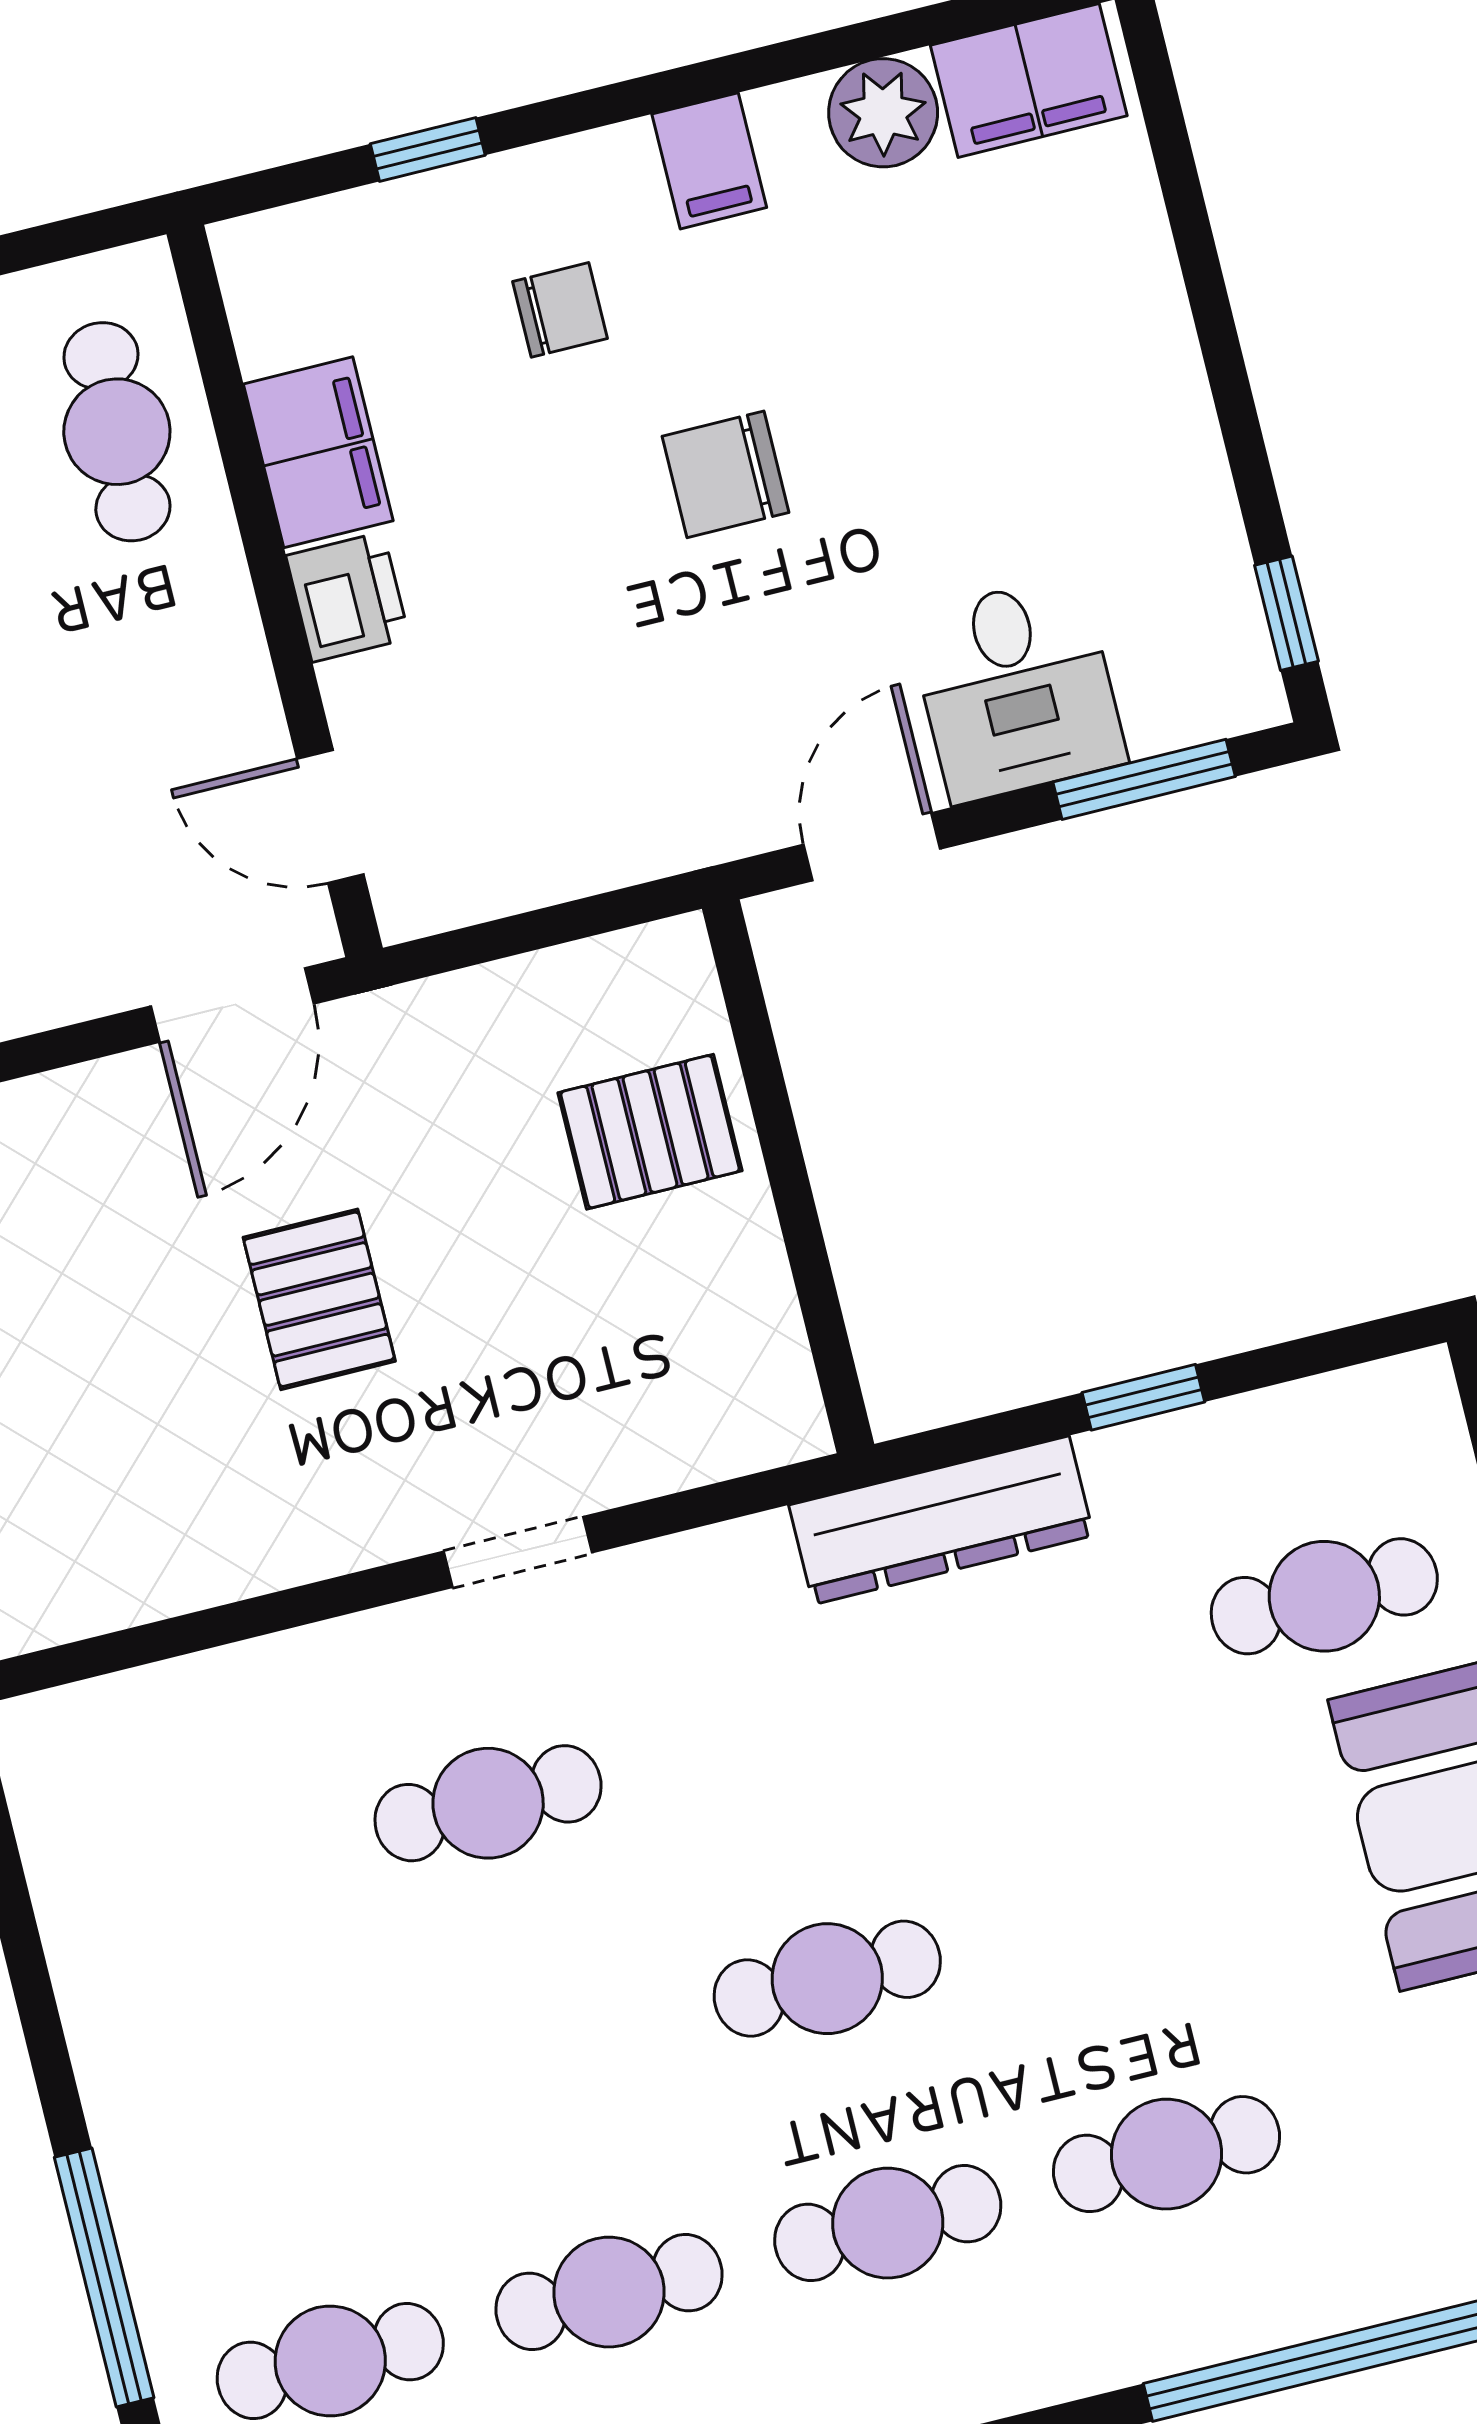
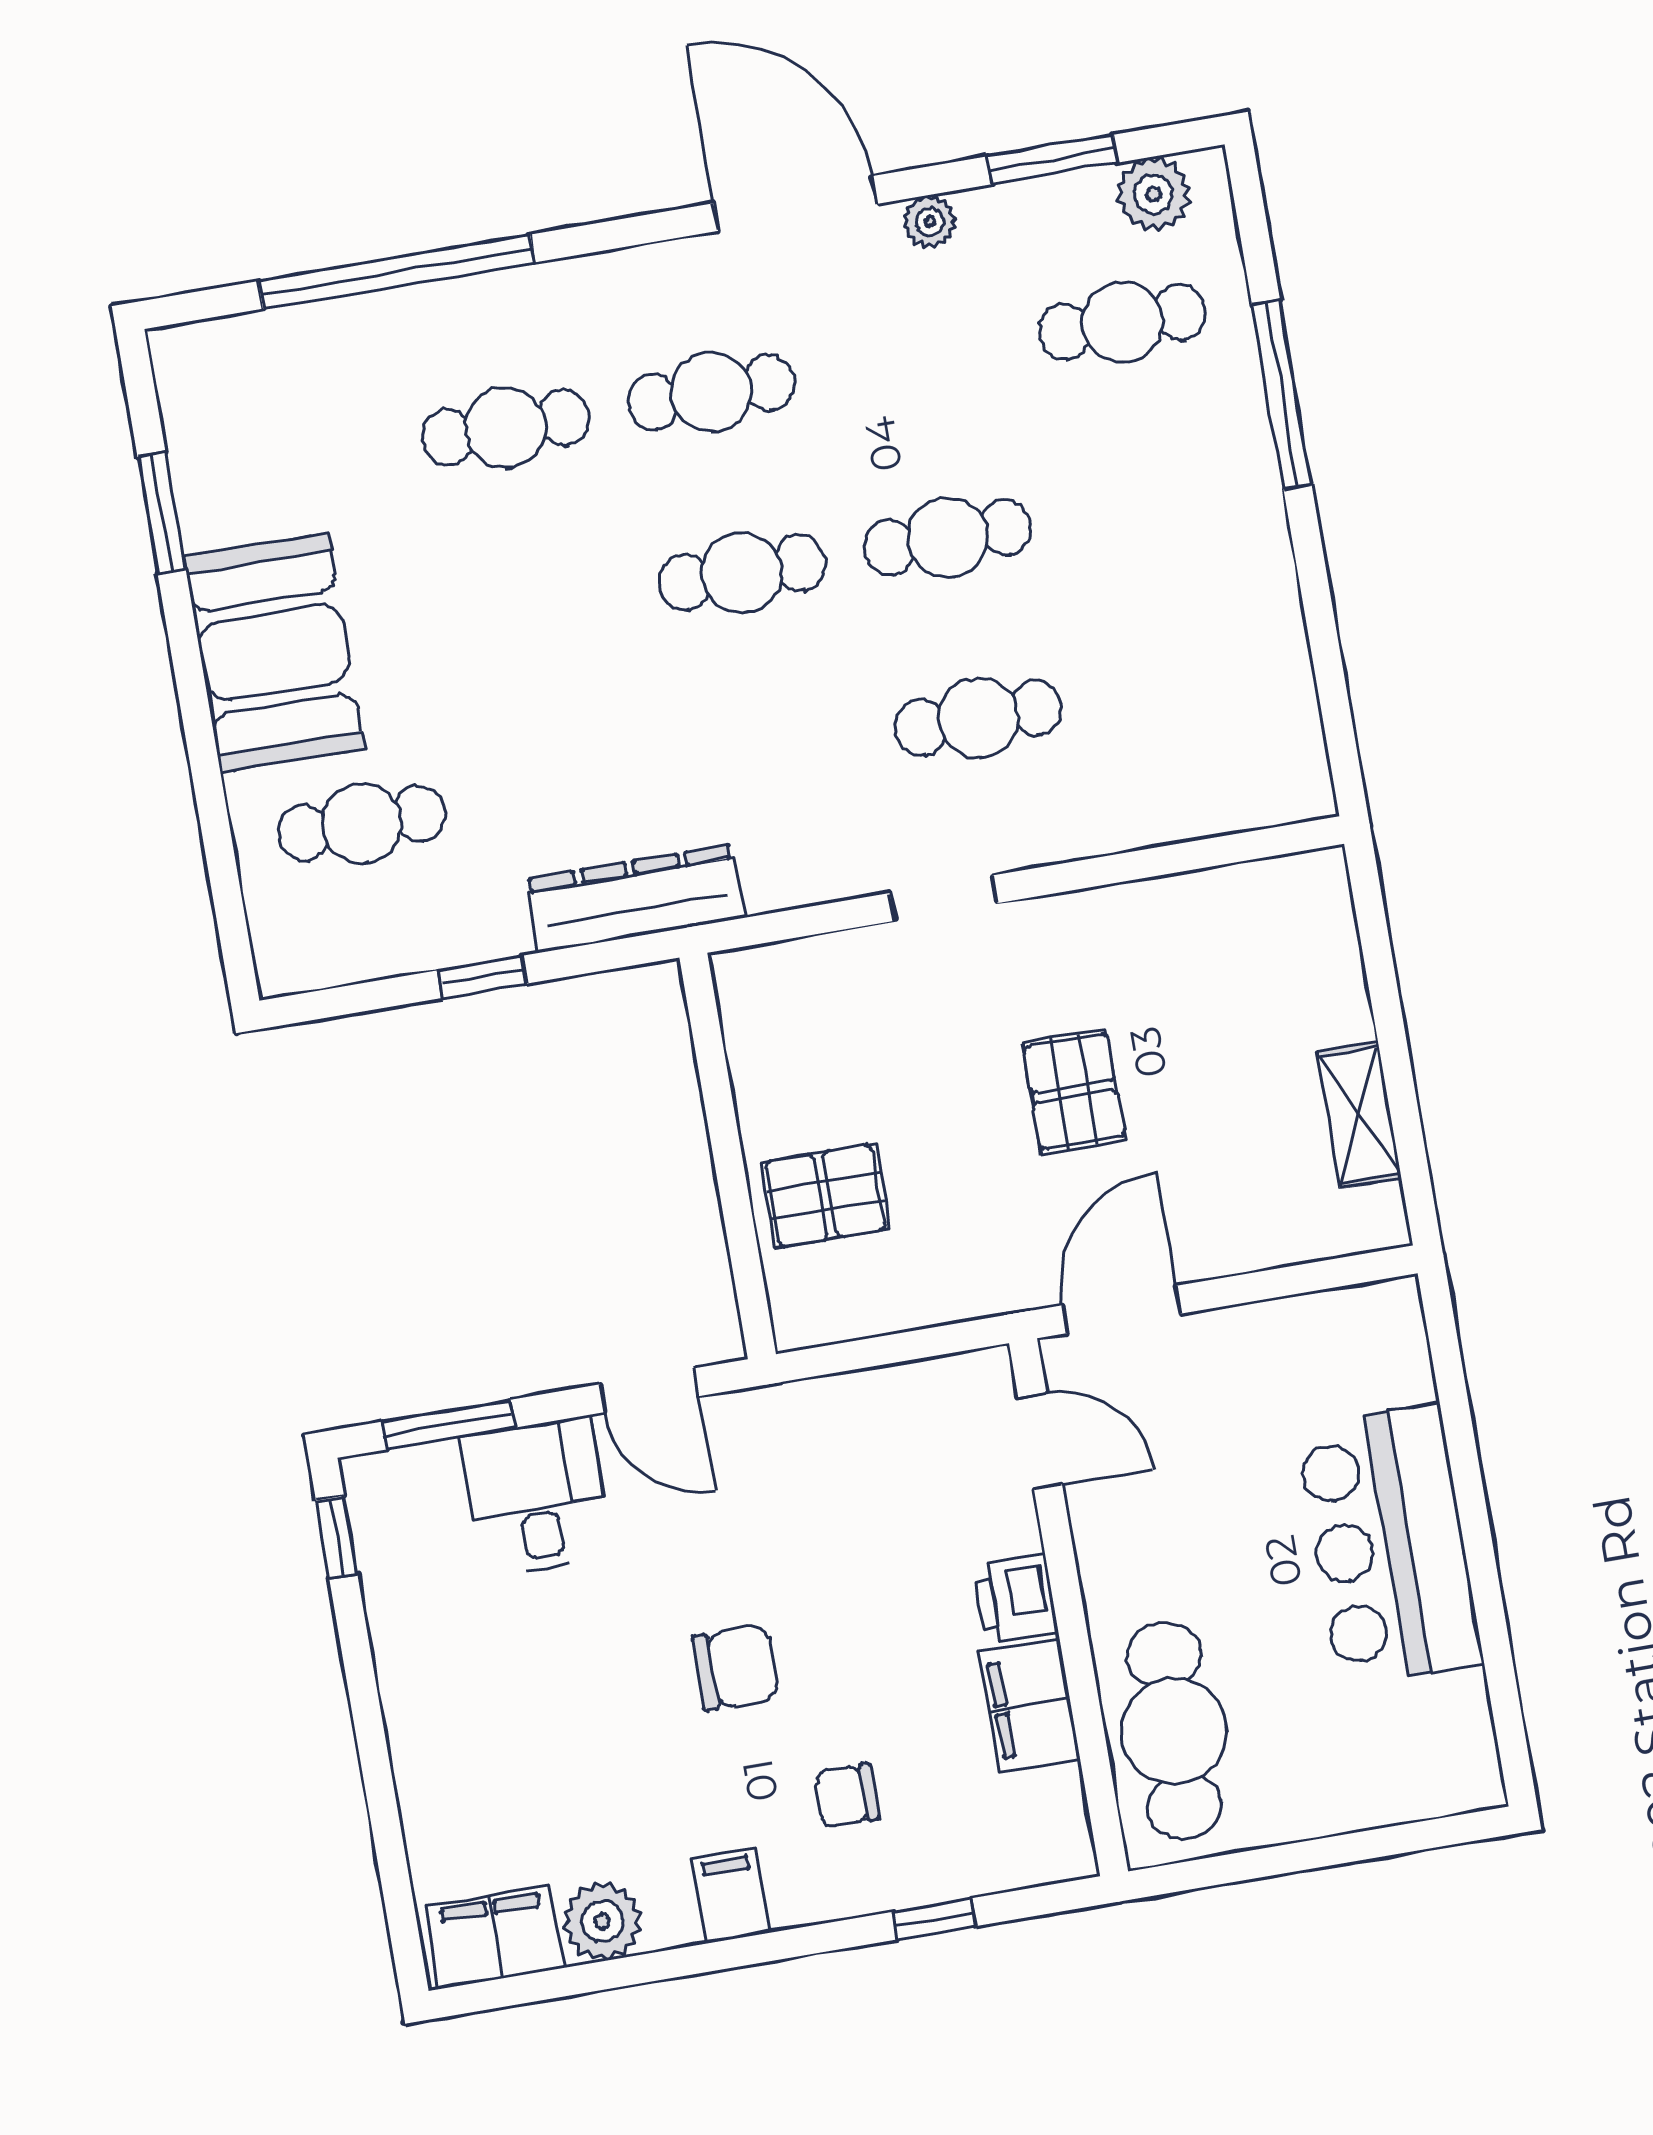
cafe table: (117, 432) -> (1174, 1731), width x1.37, depth x1.35
door: (872, 847) -> (649, 1390), hinge flipped
cafe table: (609, 2292) -> (948, 537), moved

